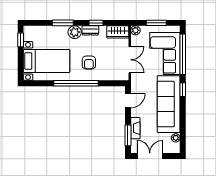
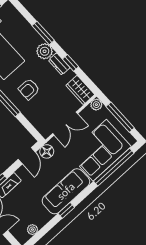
window: (156, 23) -> (120, 117), width x1.44
floor lamp: (136, 86) -> (47, 151), added
window: (183, 90) -> (66, 210), moved
door: (128, 101) -> (27, 156), hinge flipped
sofa: (169, 104) -> (66, 191), width x0.74, depth x0.79

